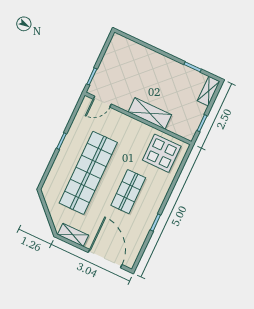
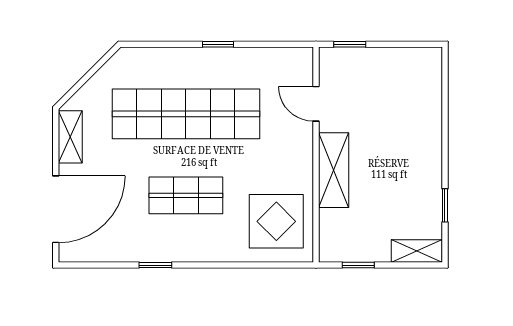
door: (102, 102) -> (316, 104), moved

